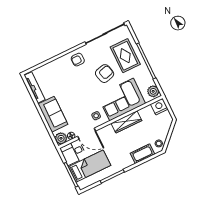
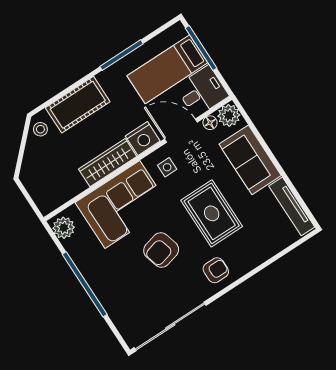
rug: (125, 56) -> (212, 213), moved
nightstand: (159, 107) -> (143, 139), moved
cot: (142, 154) -> (78, 105), width x1.37, depth x1.34

